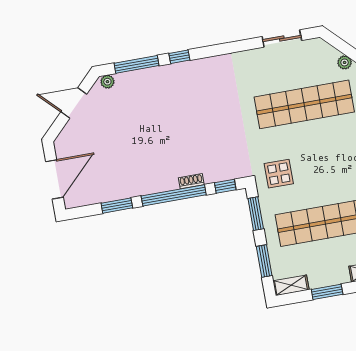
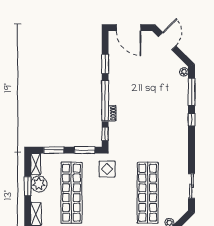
door: (74, 103) -> (167, 41), moved
plant: (321, 275) -> (39, 184), added

